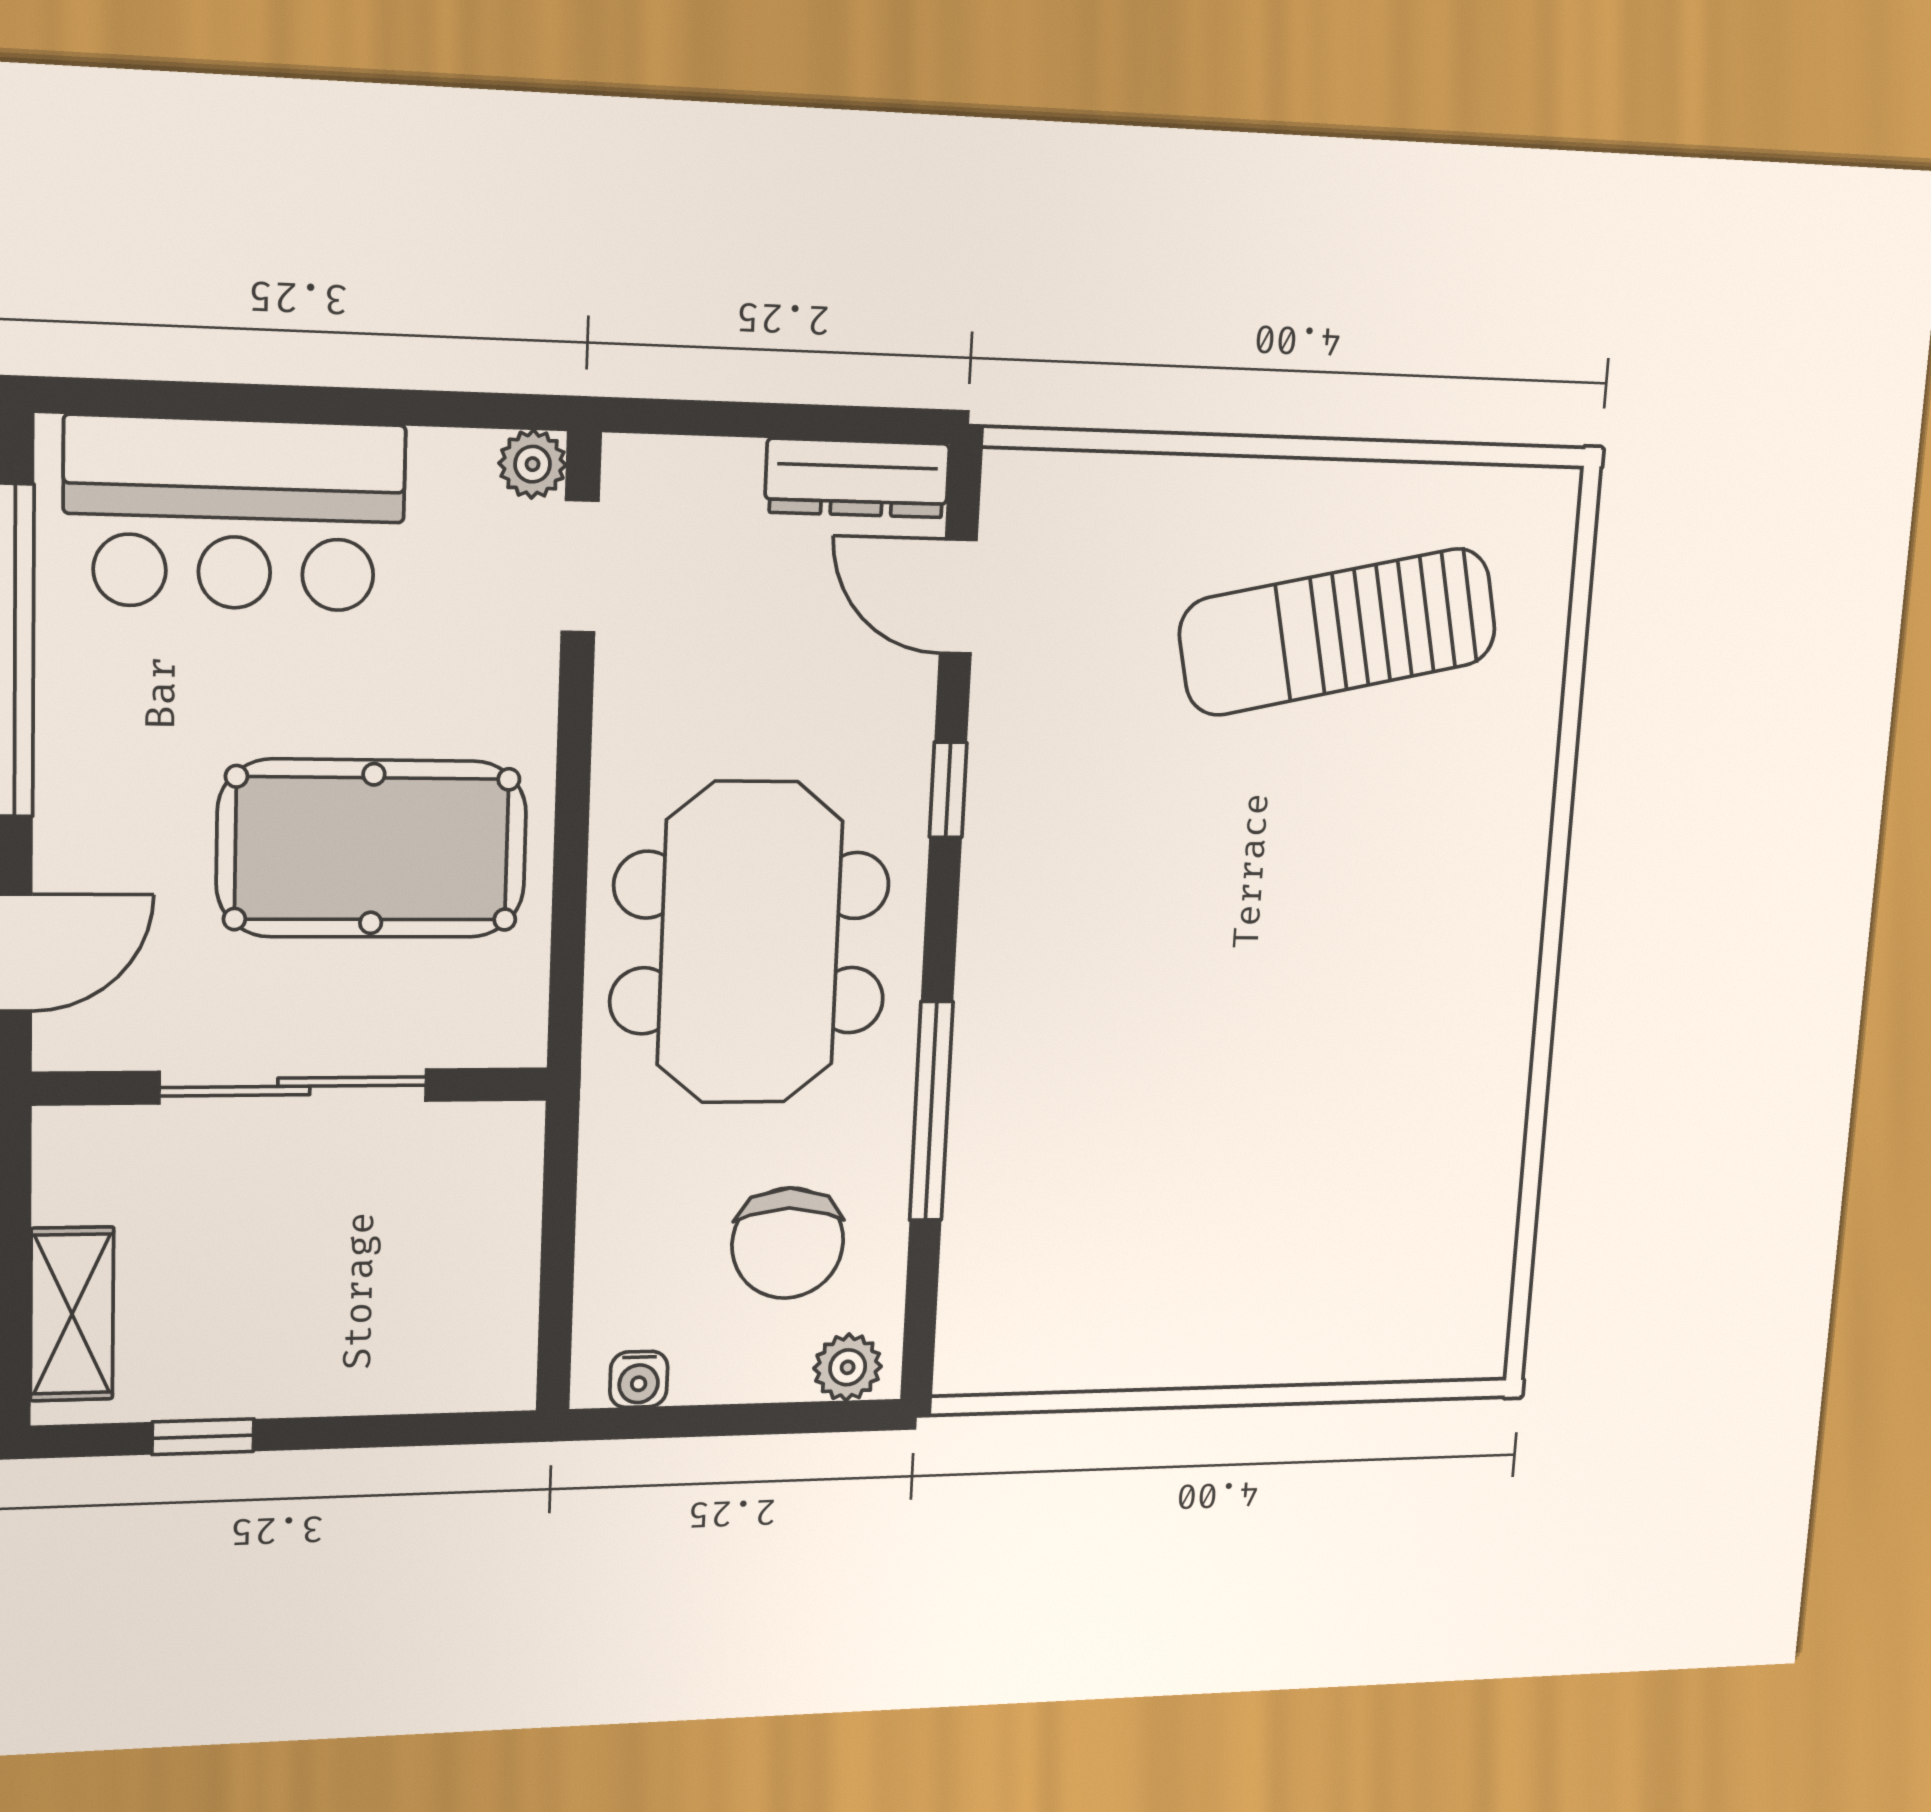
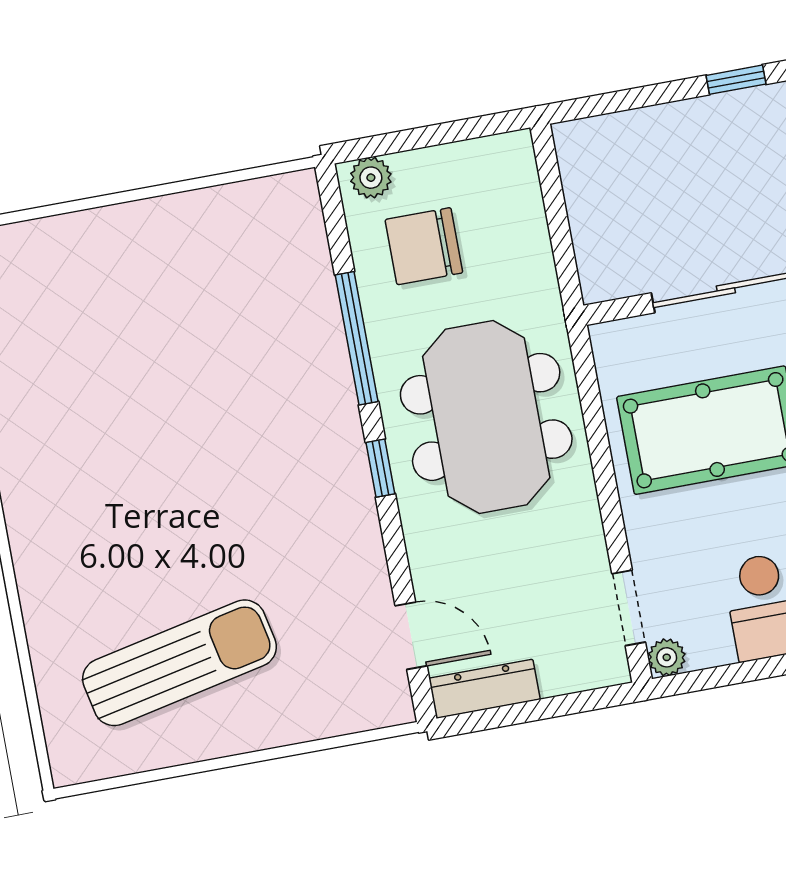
window: (948, 790) -> (380, 468), moved
chair: (788, 1243) -> (424, 246), turned -90
water cooler: (639, 1379) -> (494, 151), removed

